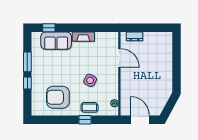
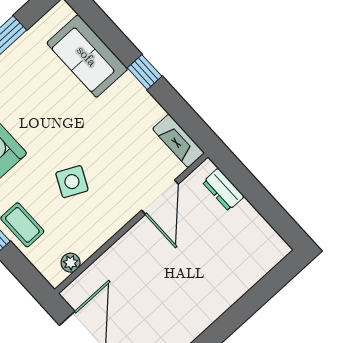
window: (49, 28) -> (145, 72), moved
fireplace: (83, 37) -> (178, 141), moved

